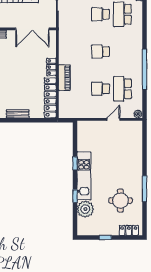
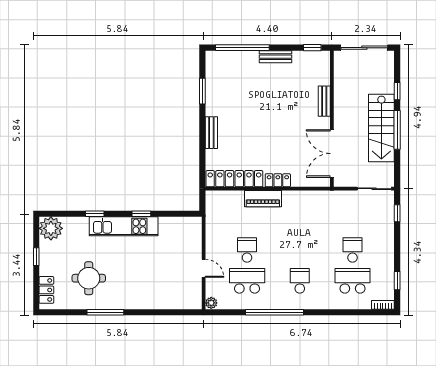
school desk: (100, 52) -> (300, 281), moved
plant: (85, 209) -> (51, 228), moved

